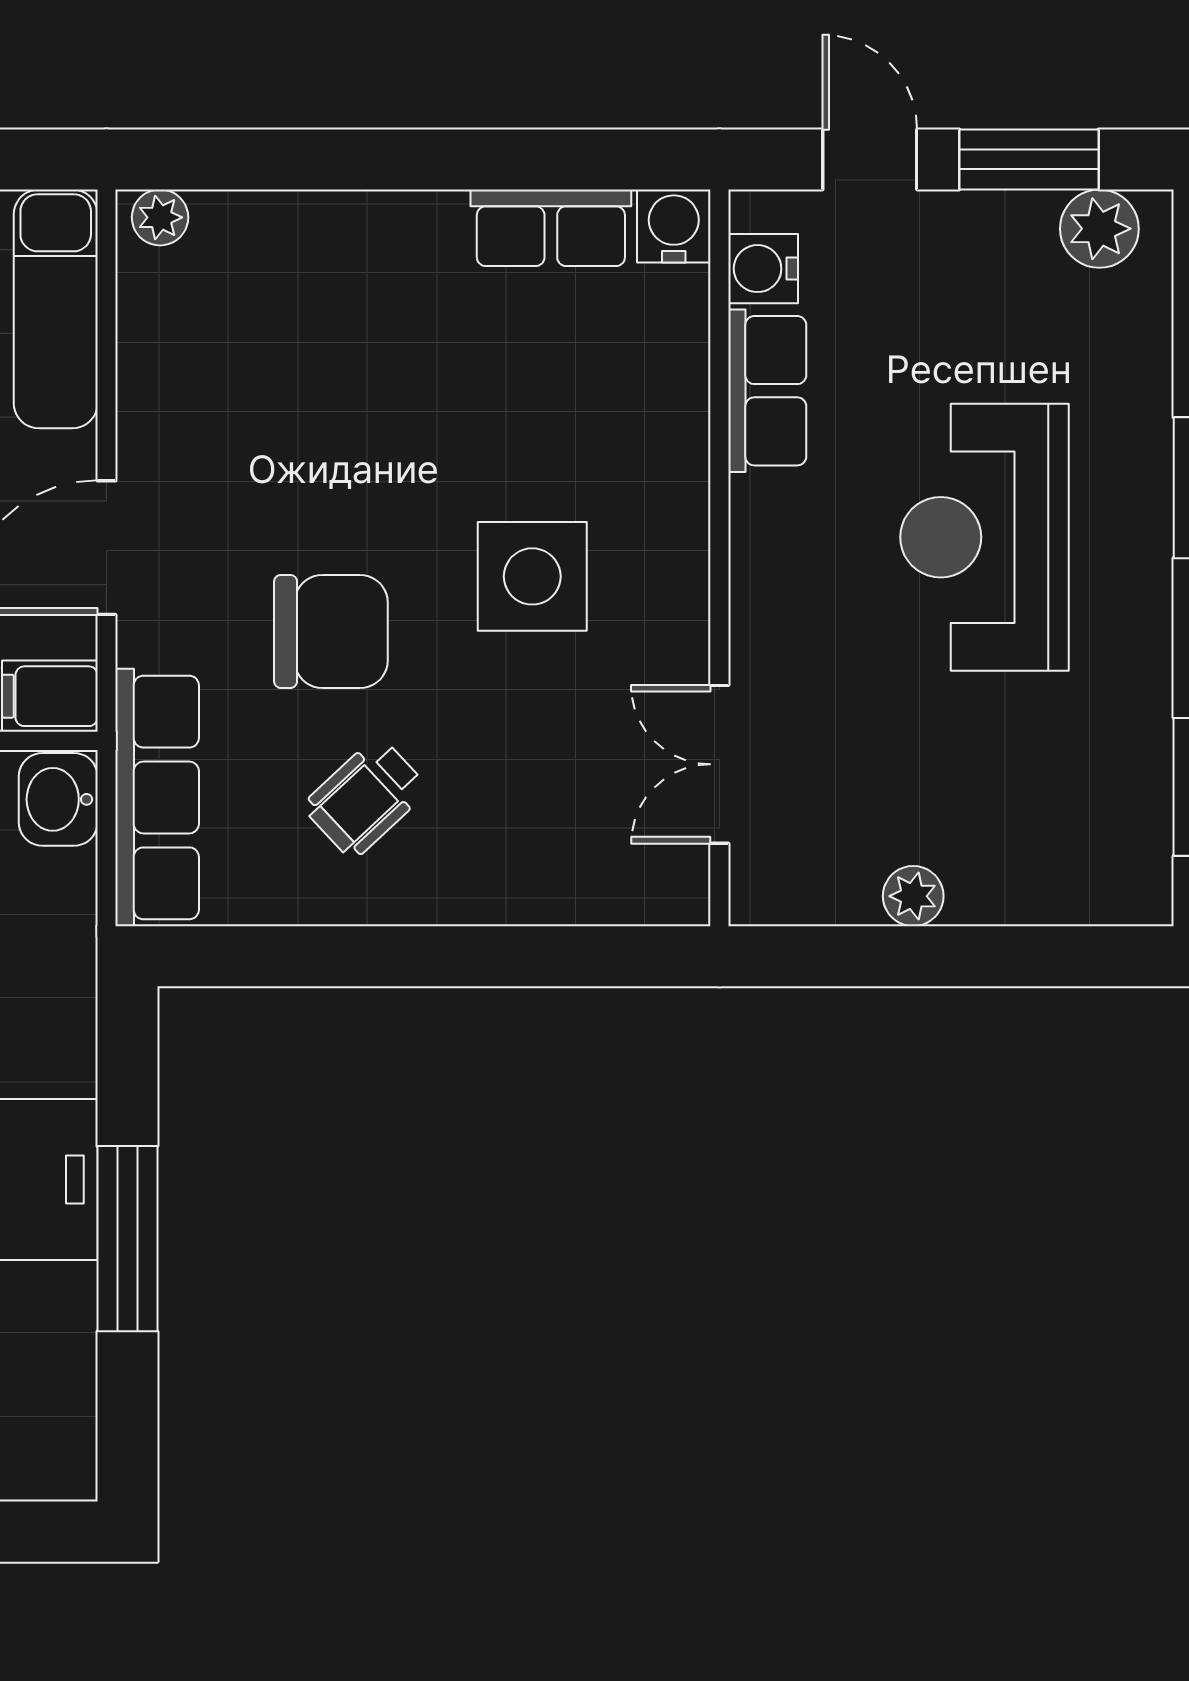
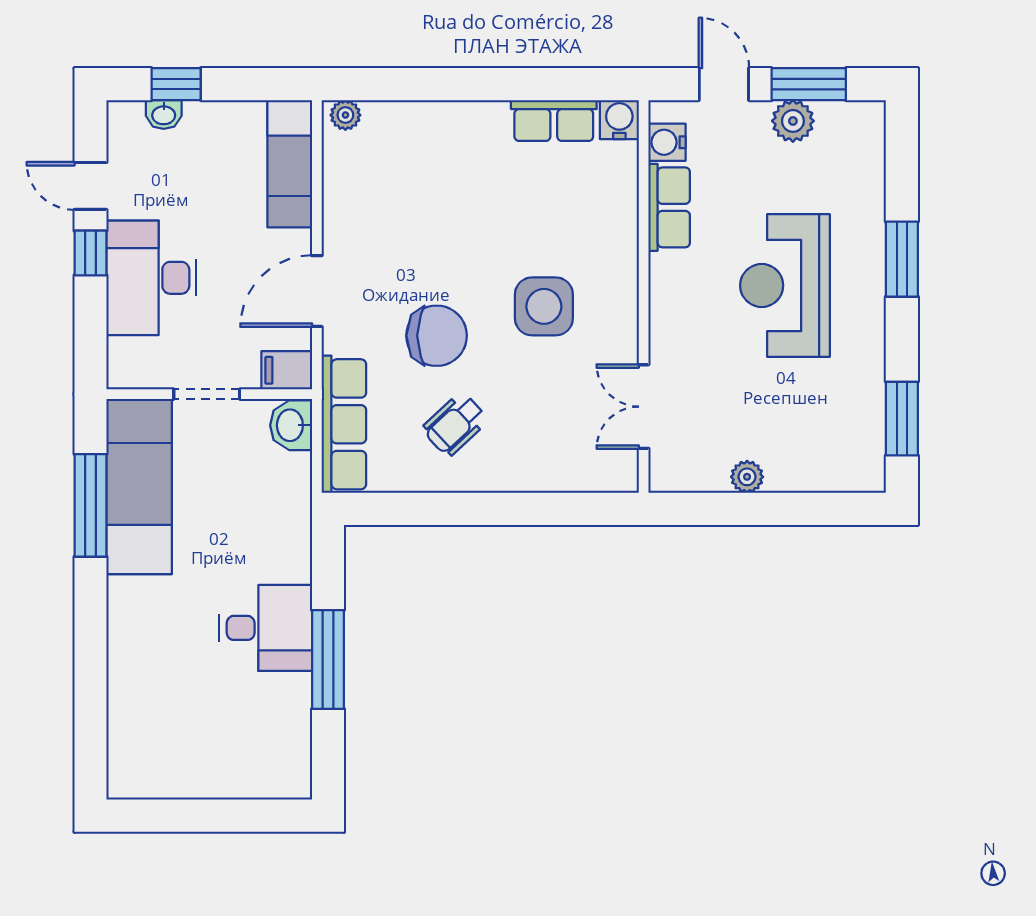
plant: (1099, 229) -> (793, 121), moved

